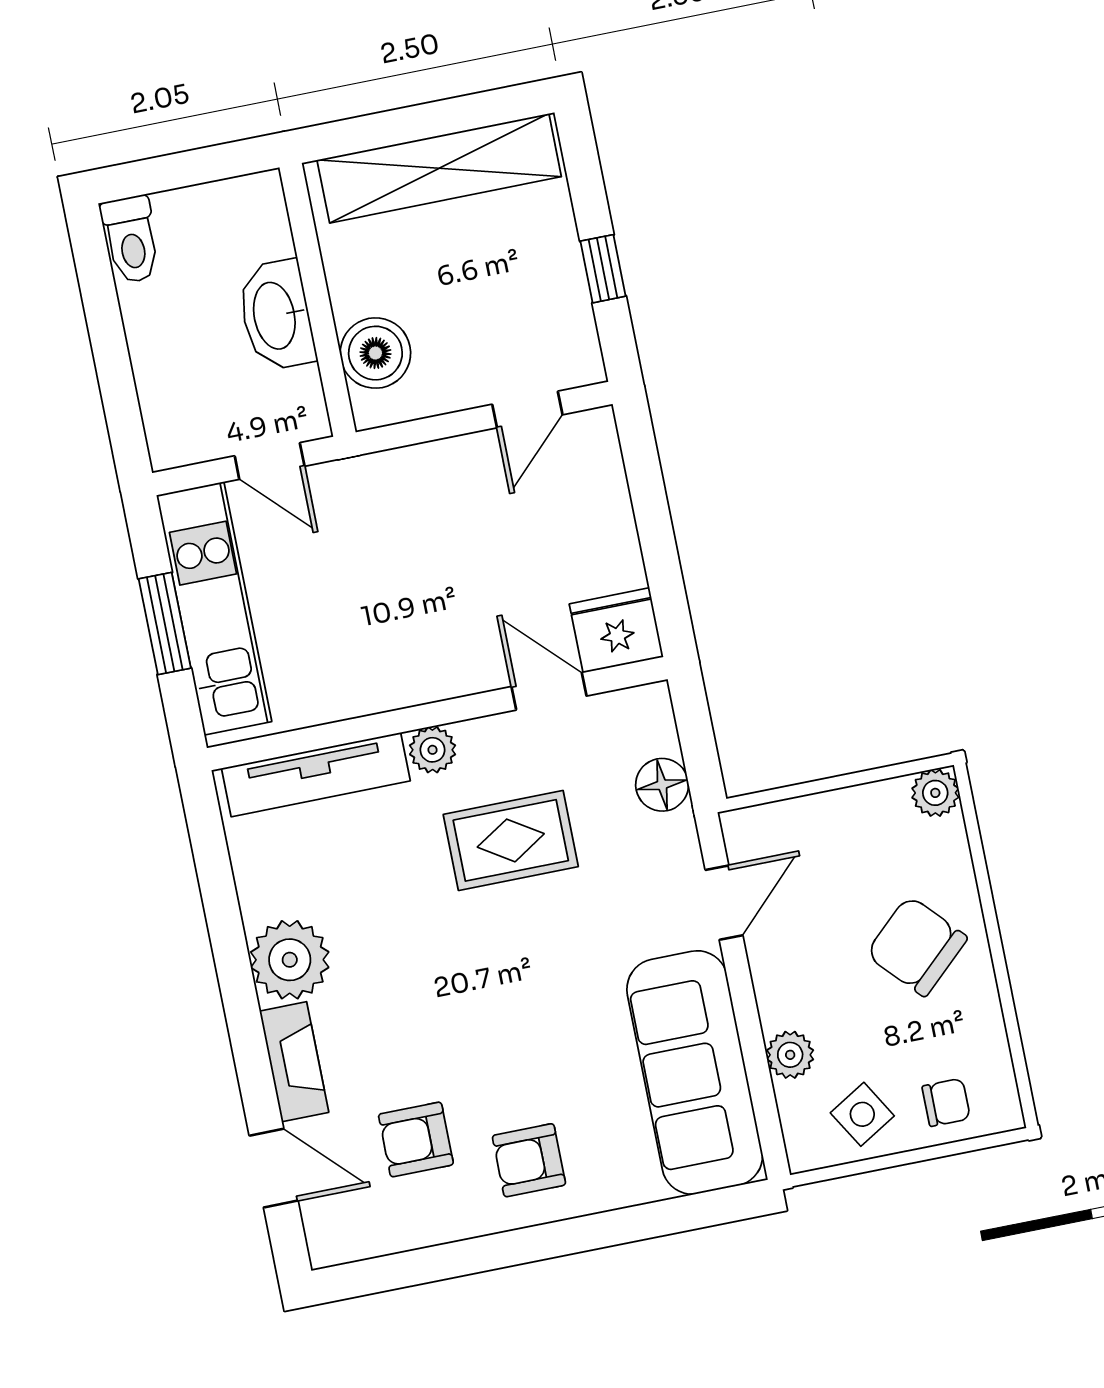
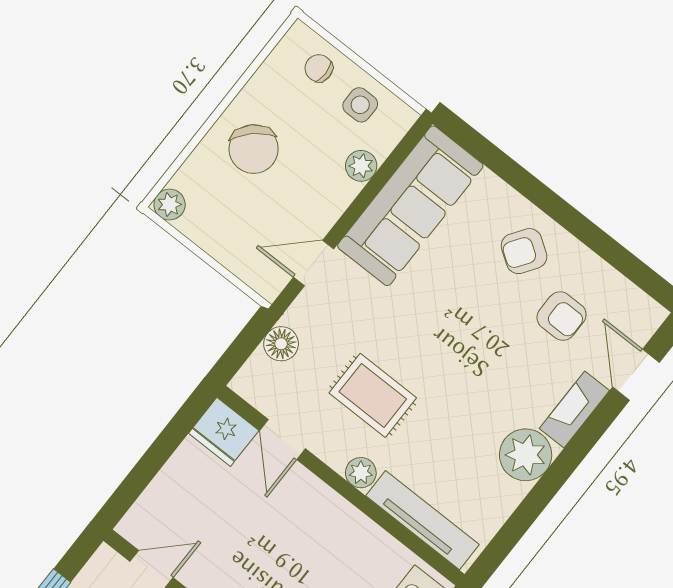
side table: (862, 1114) -> (360, 105), turned 31
armchair: (529, 1160) -> (524, 251), turned 124

